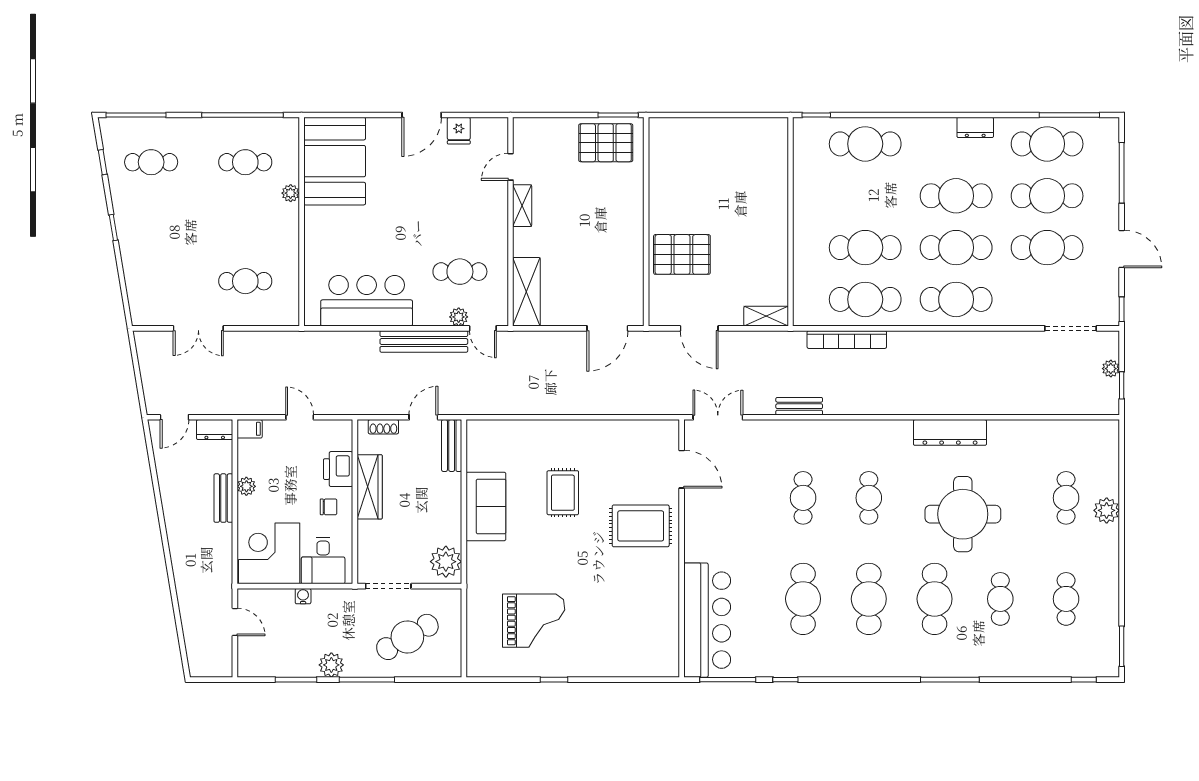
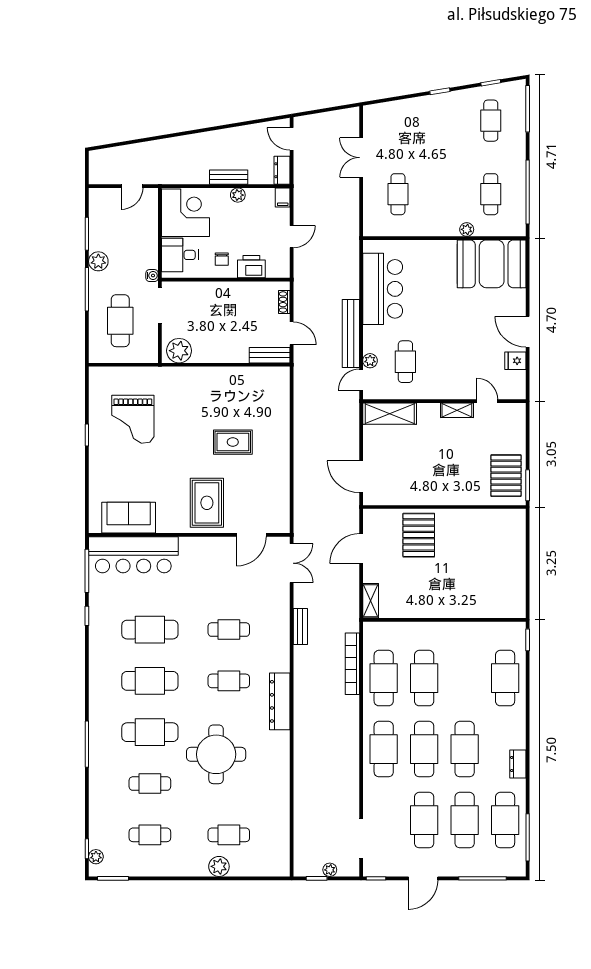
dresser: (950, 432) -> (280, 701), moved
wardrobe: (370, 487) -> (237, 291), removed
sofa: (486, 506) -> (129, 518), moved, turned 180
water cooler: (303, 596) -> (152, 276), moved
cafe table: (407, 637) -> (120, 321), turned 30
plant: (1094, 668) -> (96, 857), added

